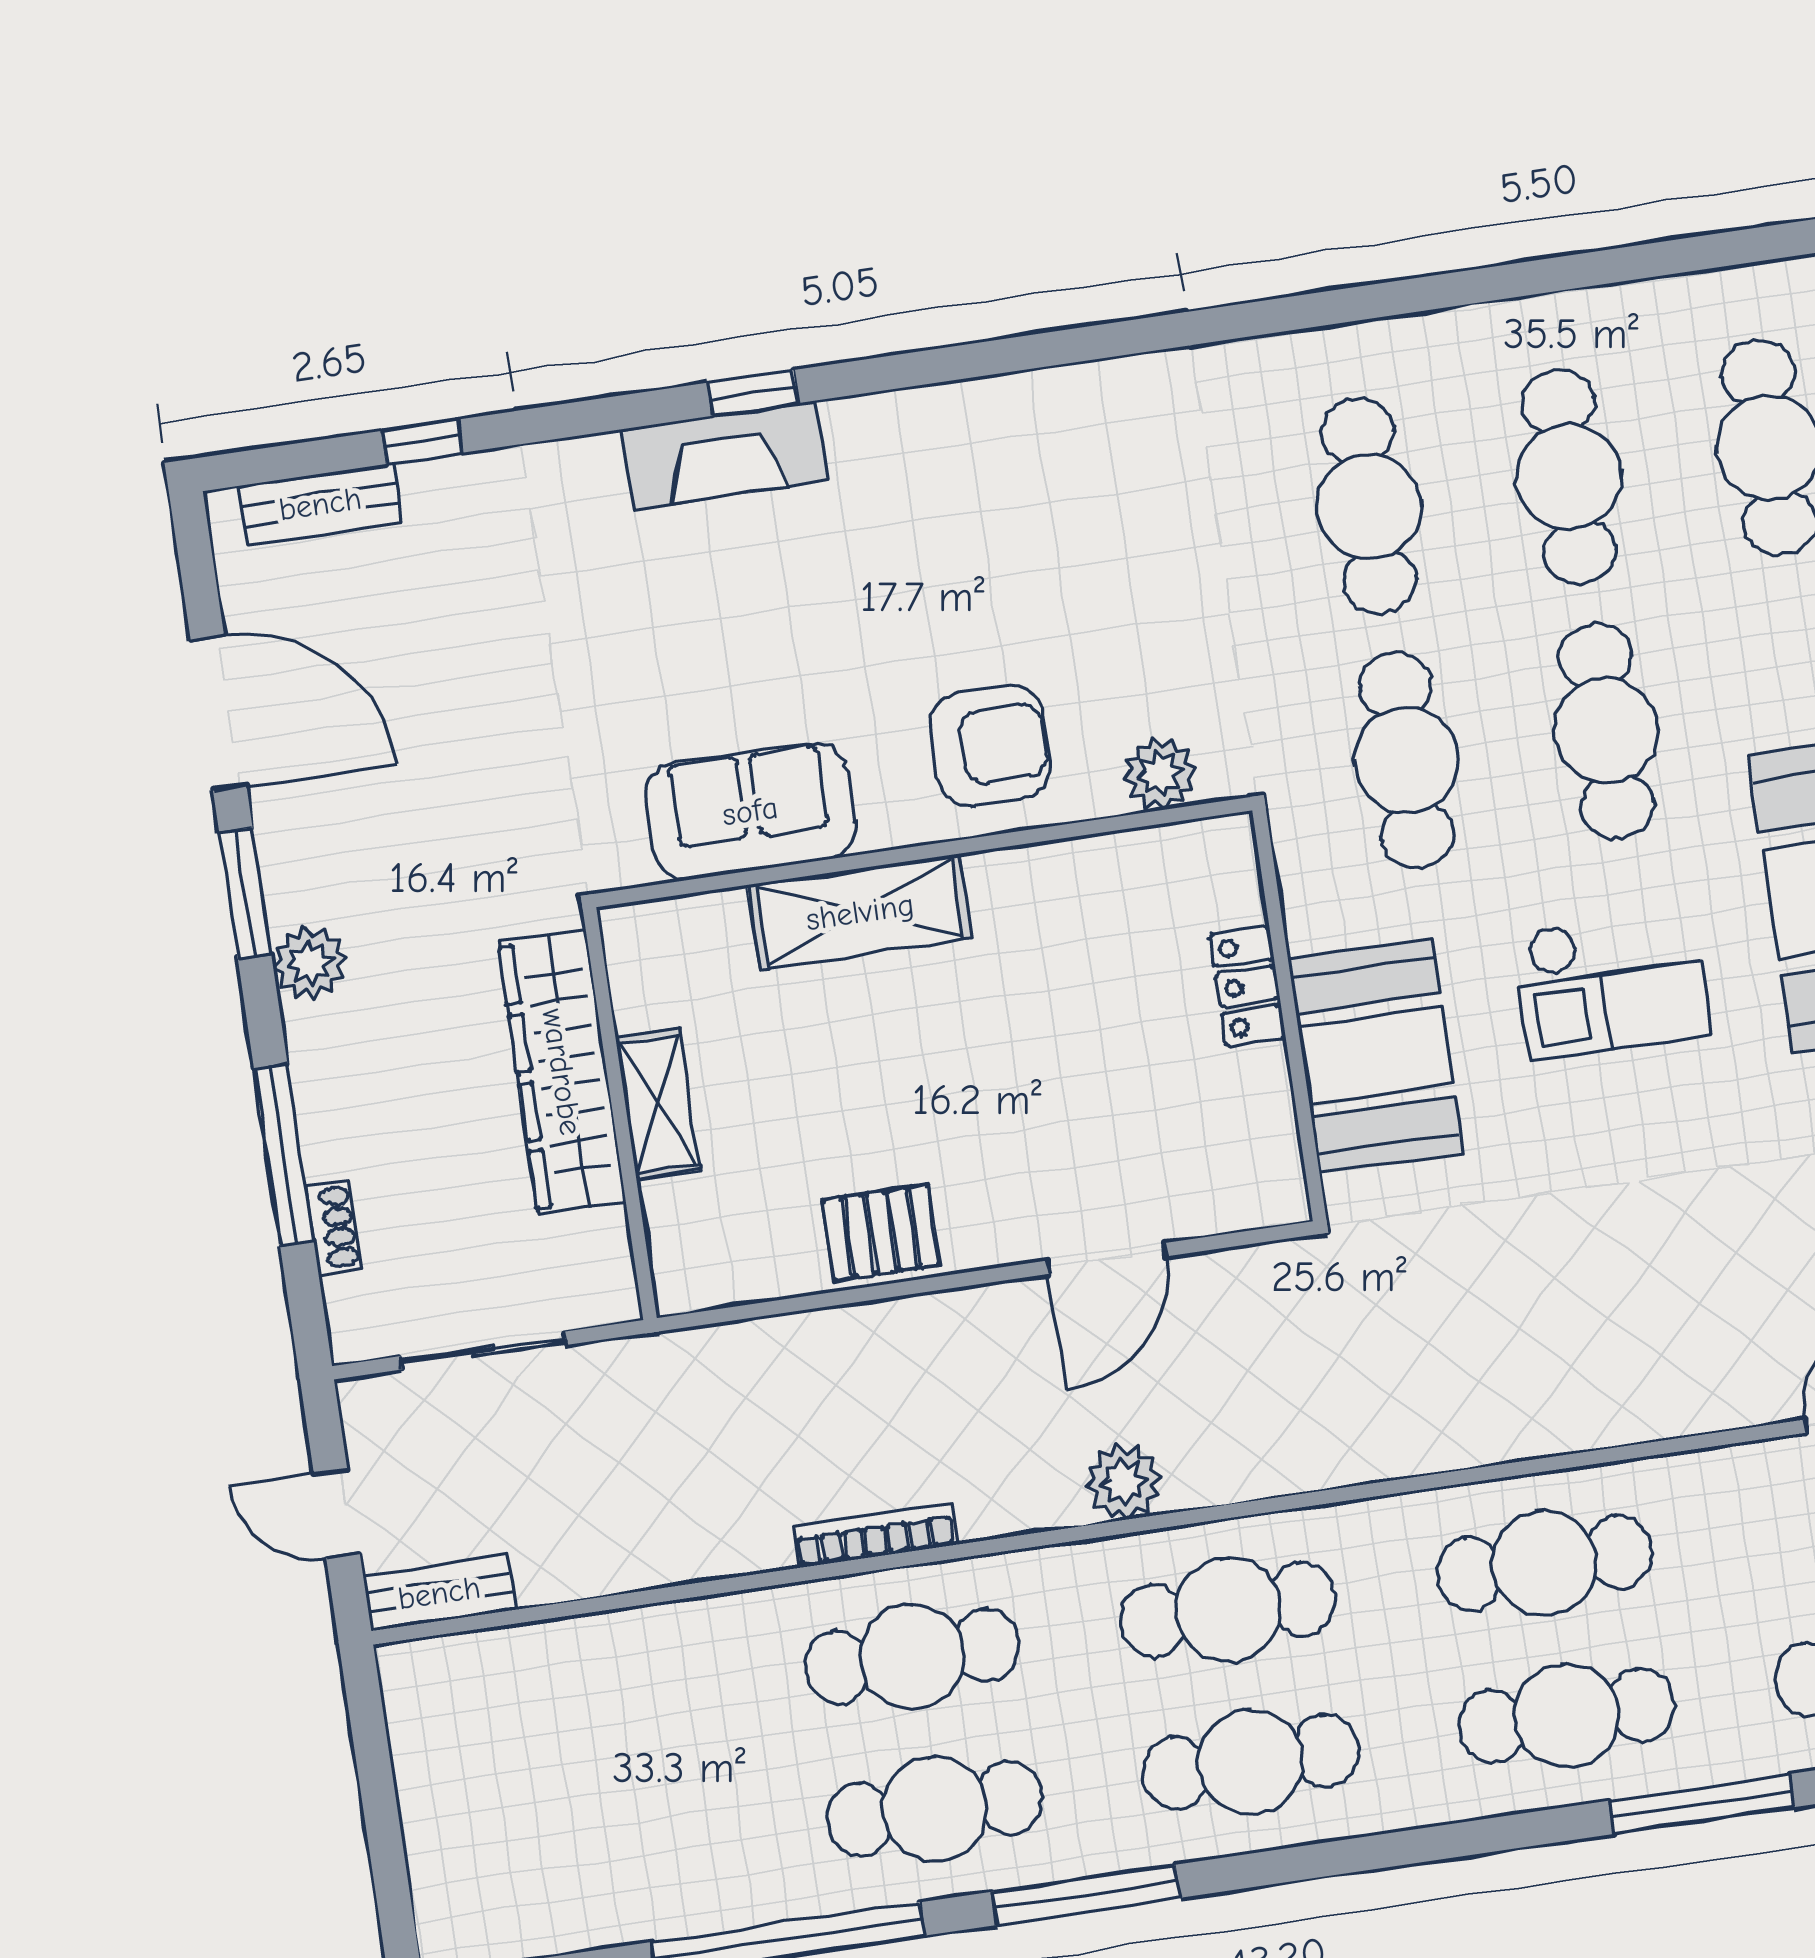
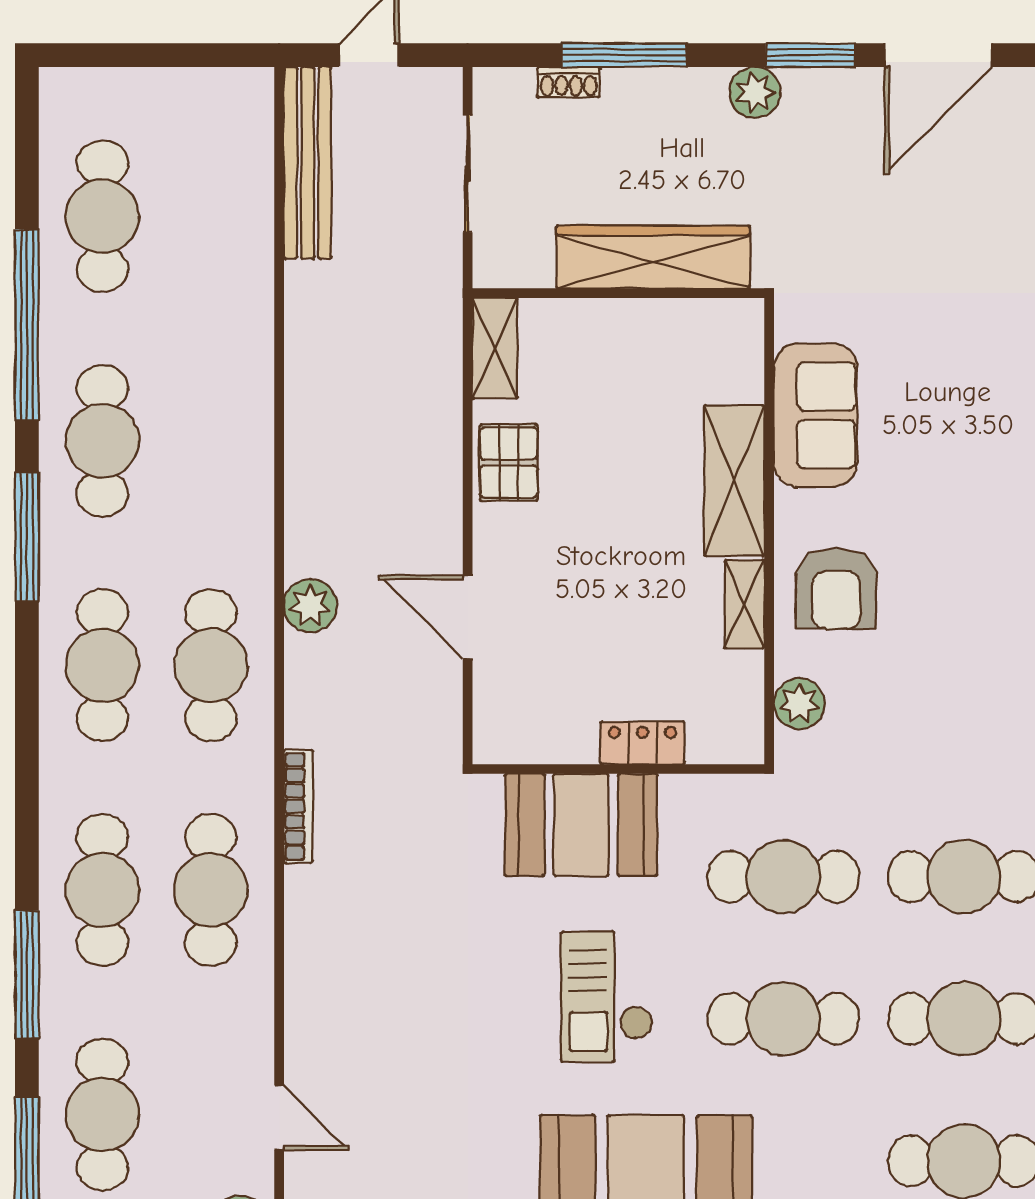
shelving: (1031, 872) -> (744, 604), added
shelving: (658, 1104) -> (495, 348), moved, turned 90
bookcase: (875, 1536) -> (298, 806), moved
bench: (439, 1593) -> (308, 163), width x1.86, depth x1.21
cafe table: (912, 1656) -> (102, 216), moved

